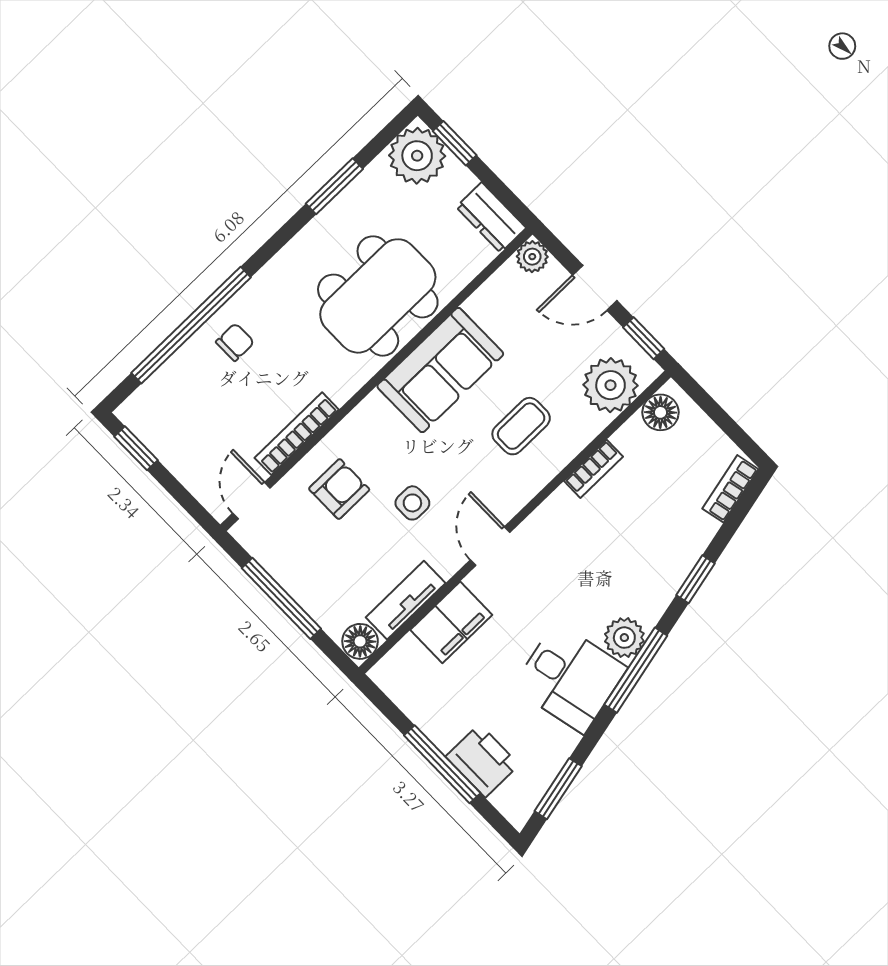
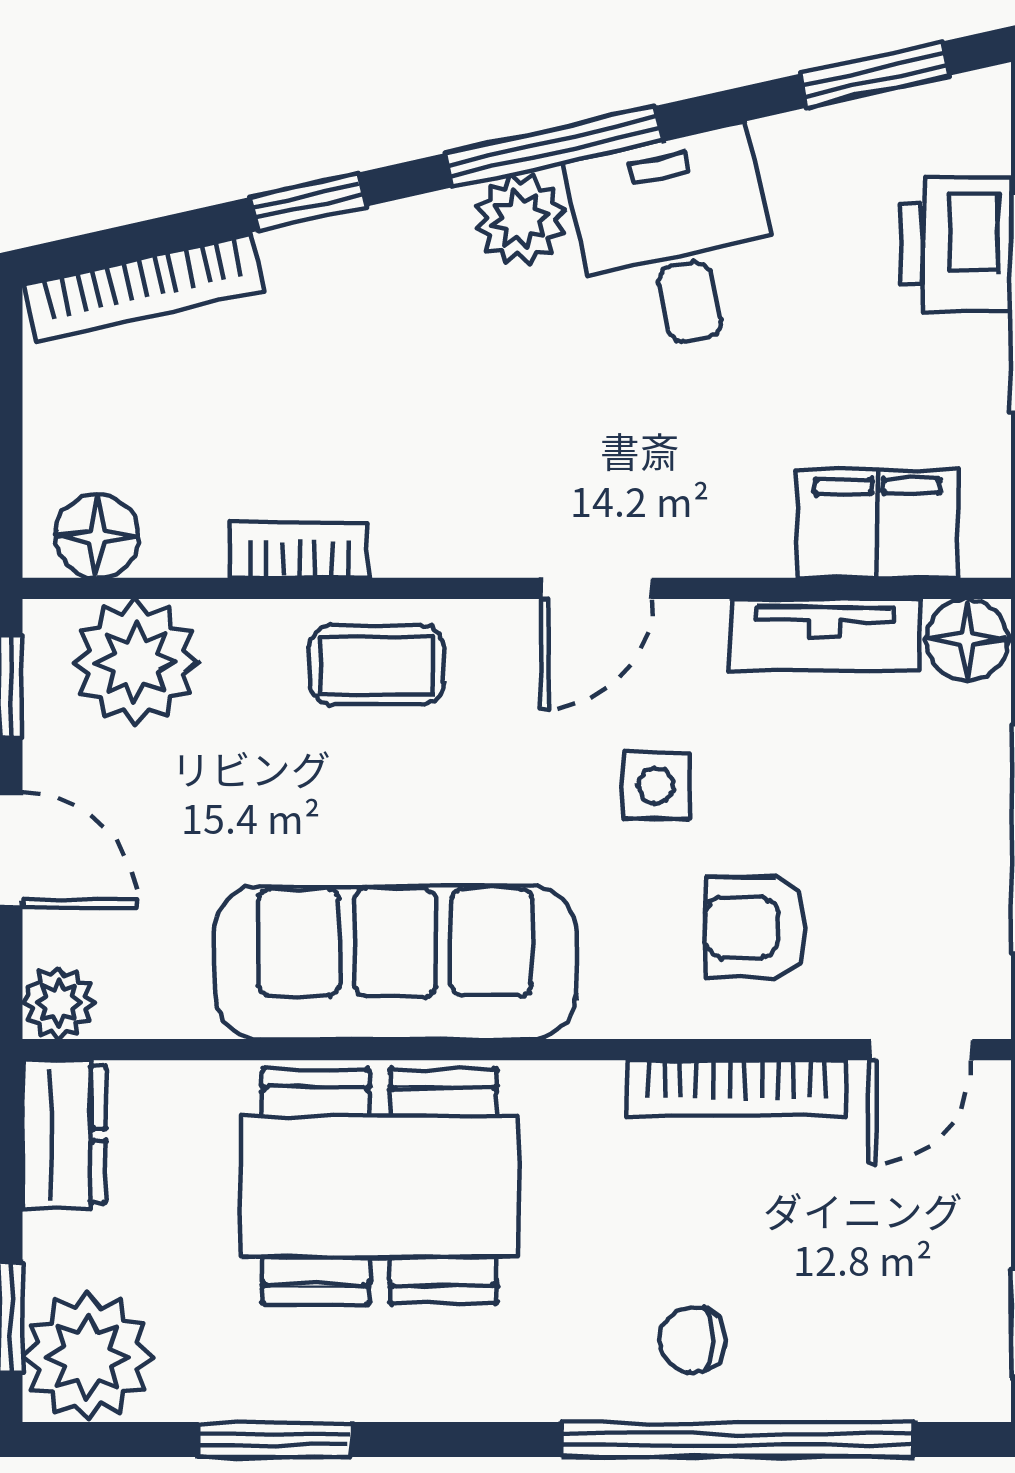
sofa: (440, 370) -> (395, 962), width x1.36
coffee table: (521, 426) -> (377, 665), moved
bookcase: (730, 489) -> (144, 287), width x1.56
filing cabinet: (451, 622) -> (877, 524), moved

